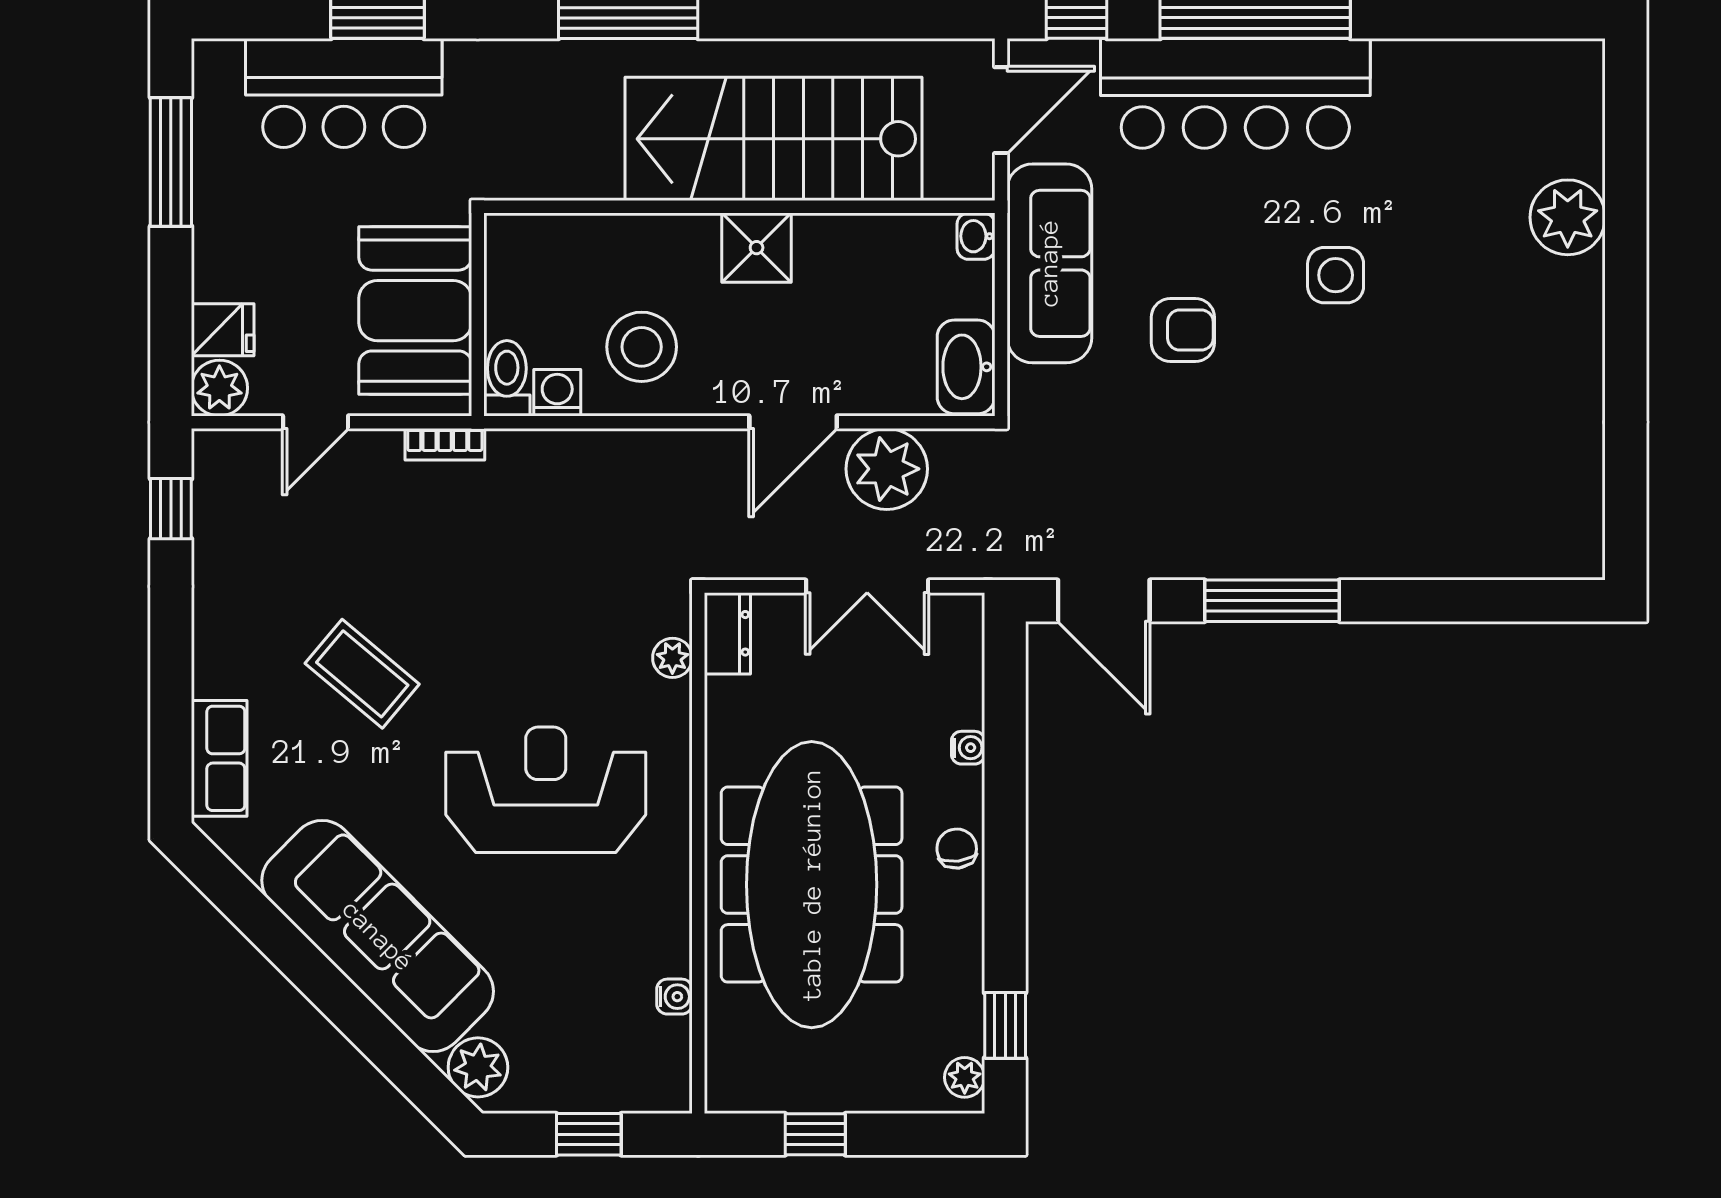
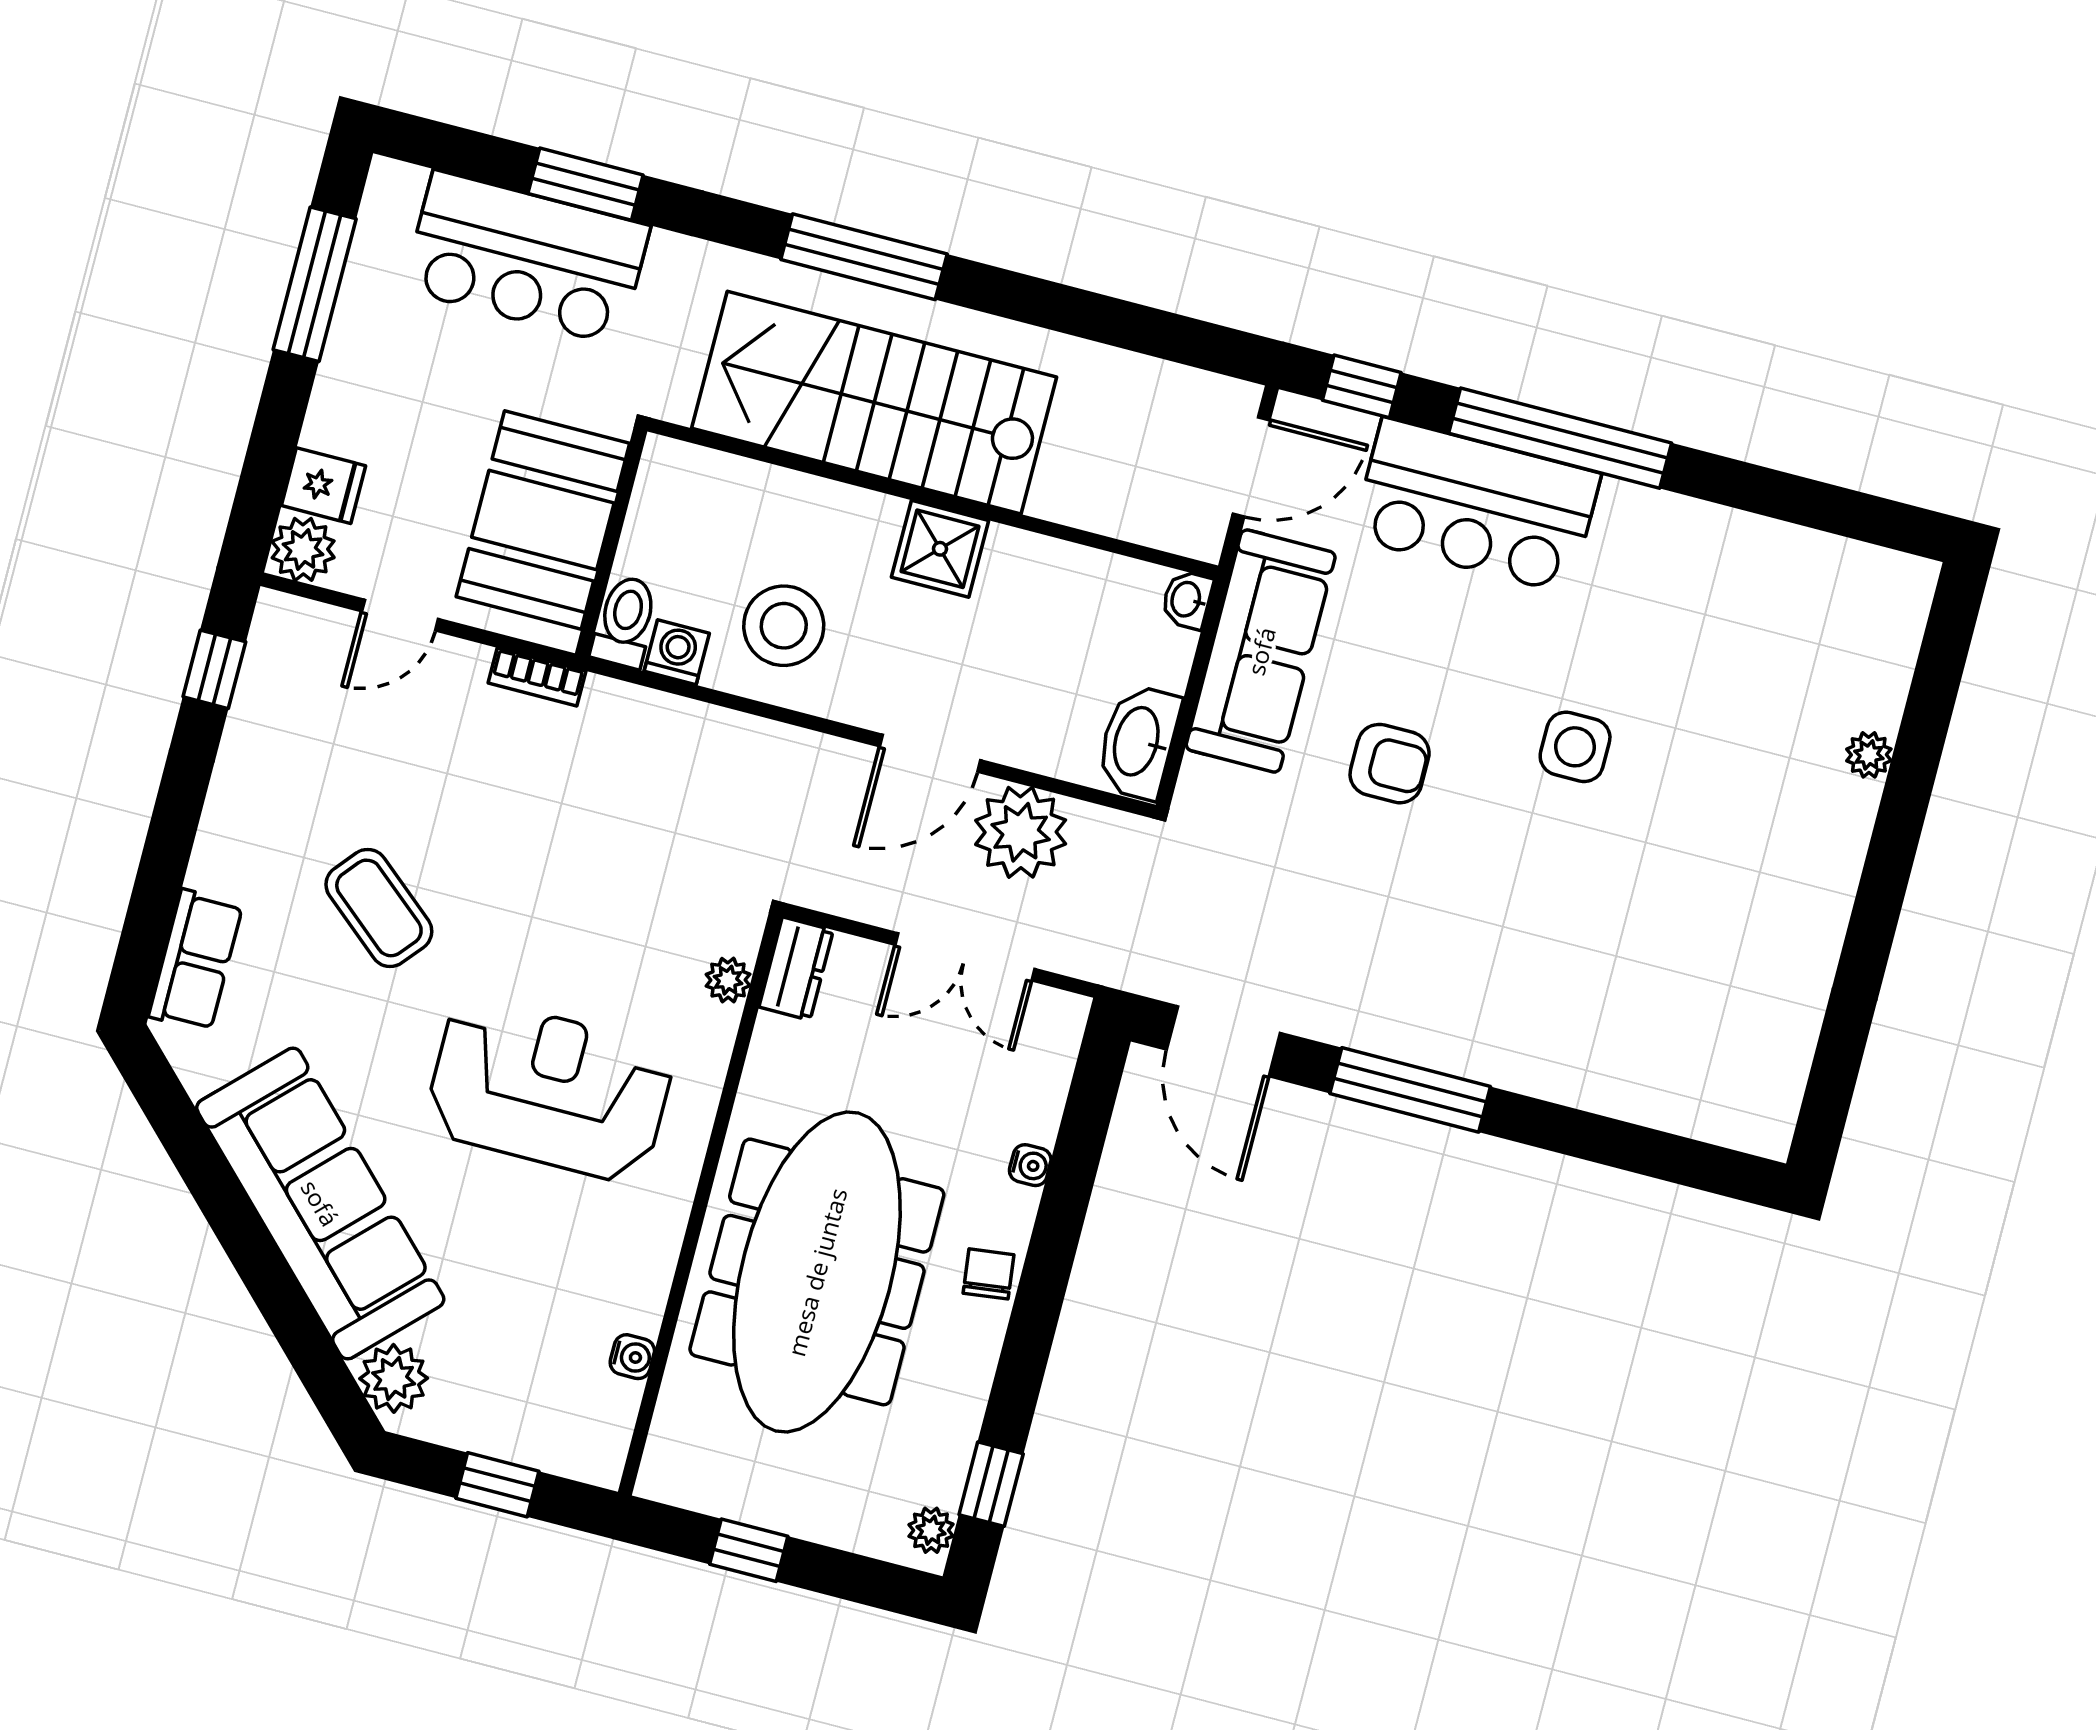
bar counter: (1235, 93) -> (1476, 506), width x0.73
stairs: (773, 139) -> (874, 403), moved
plant: (1568, 217) -> (1869, 755), width x0.53, depth x0.53

